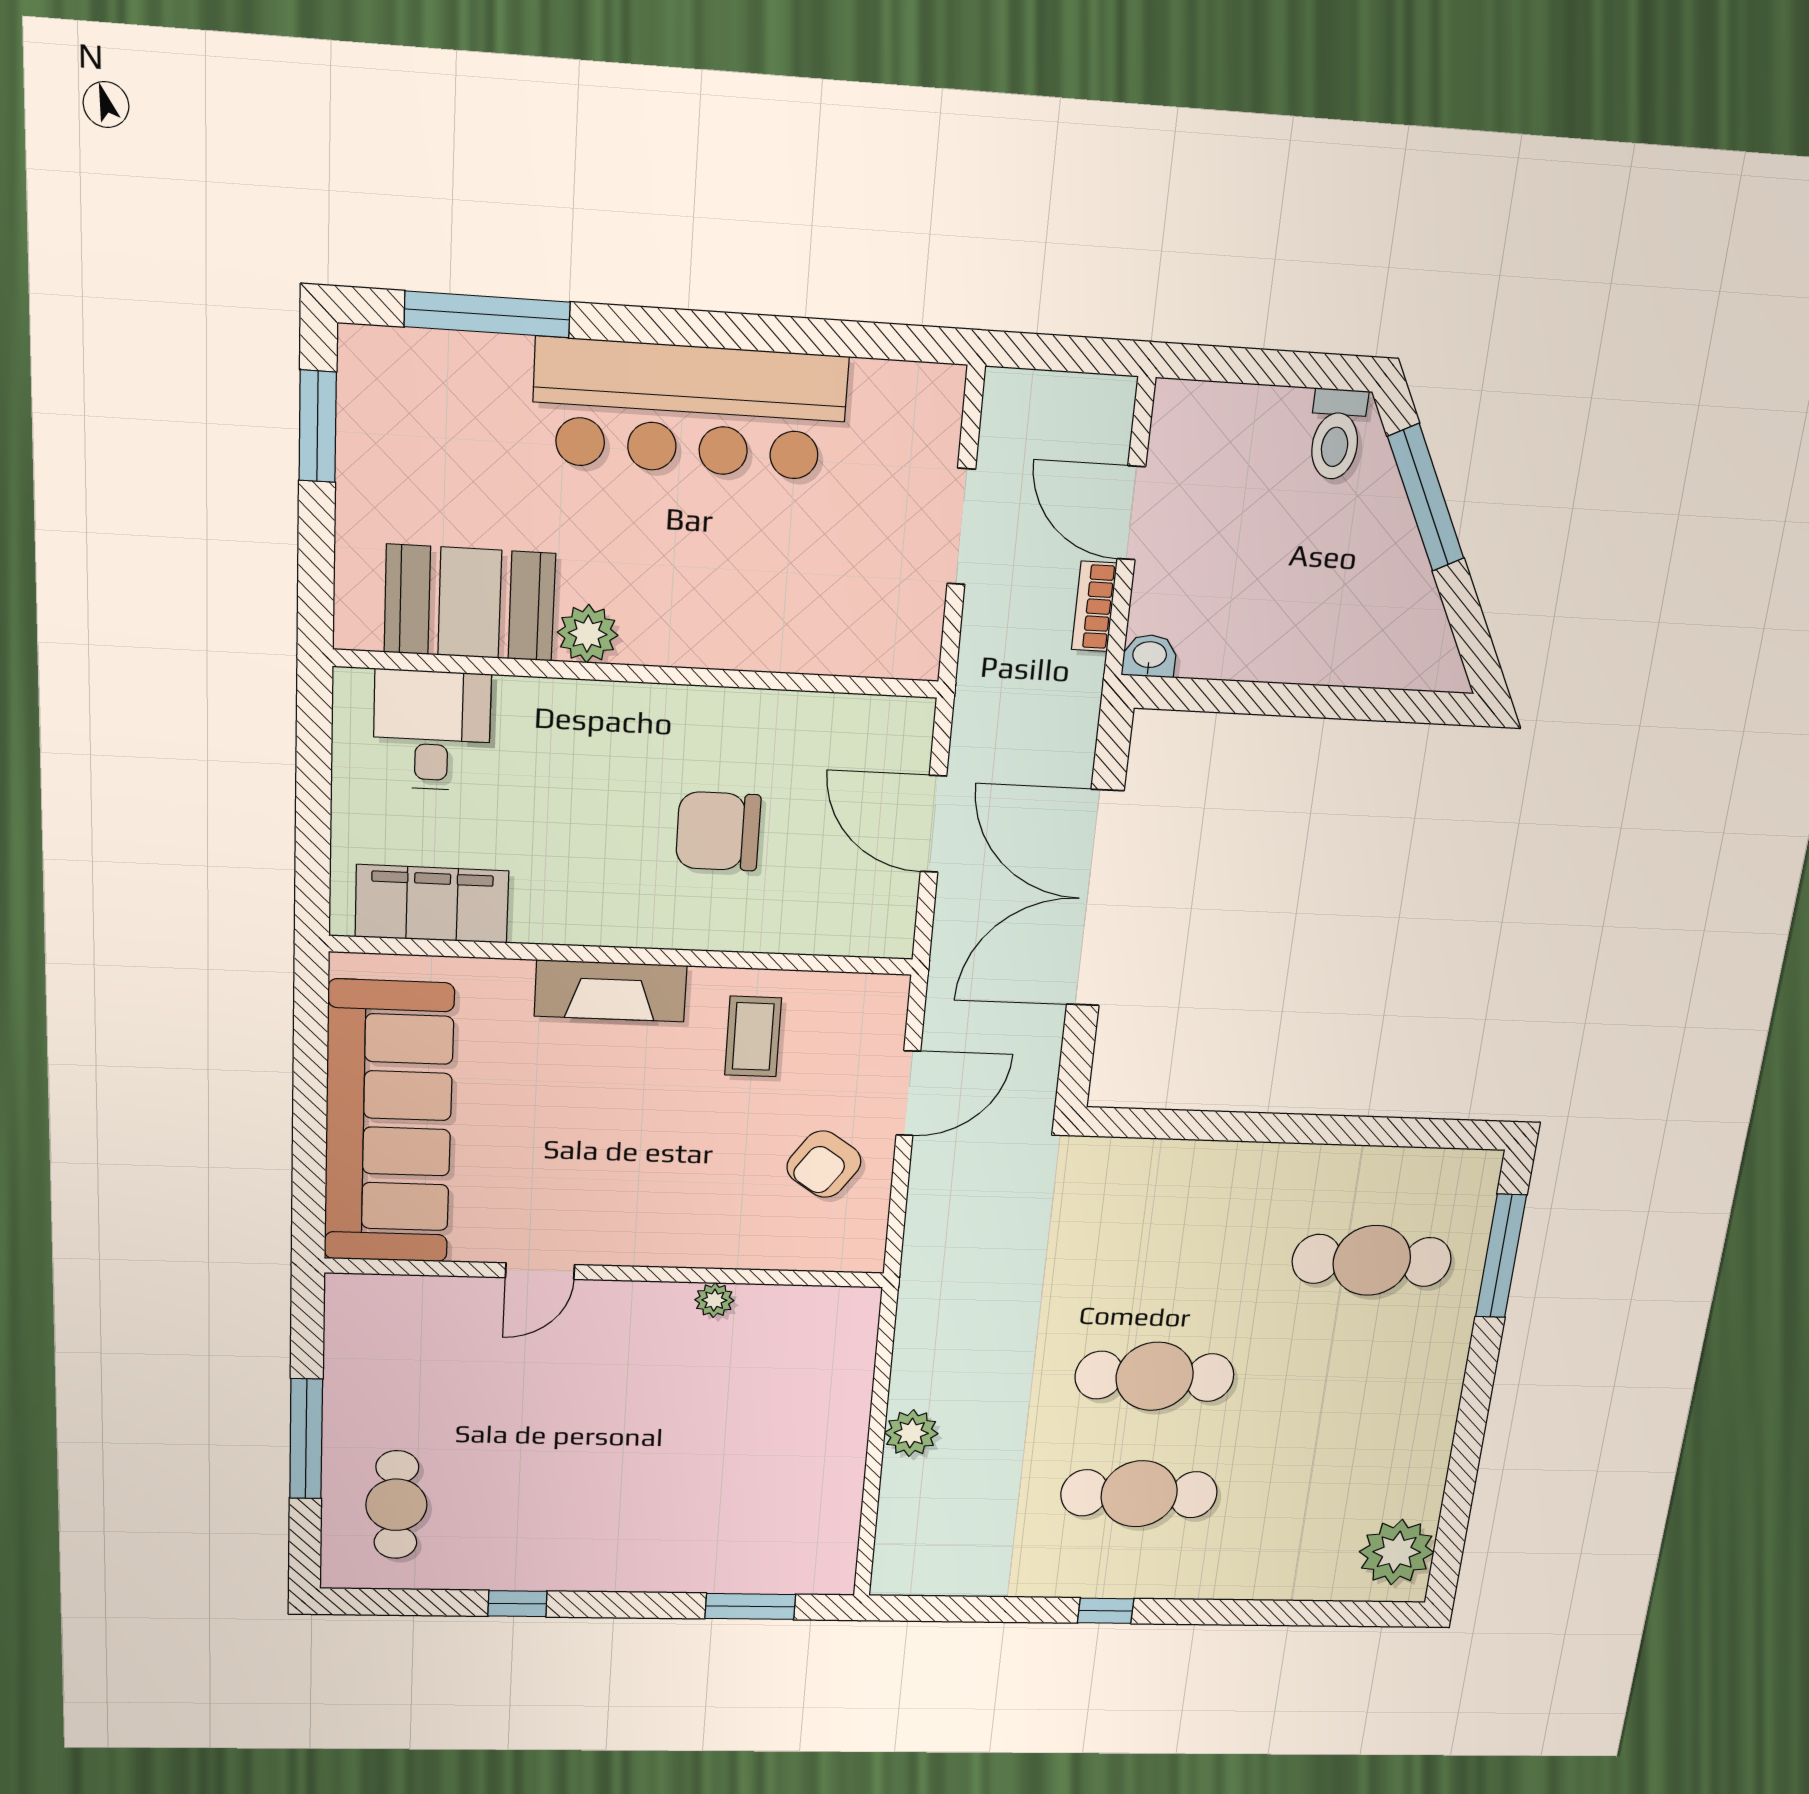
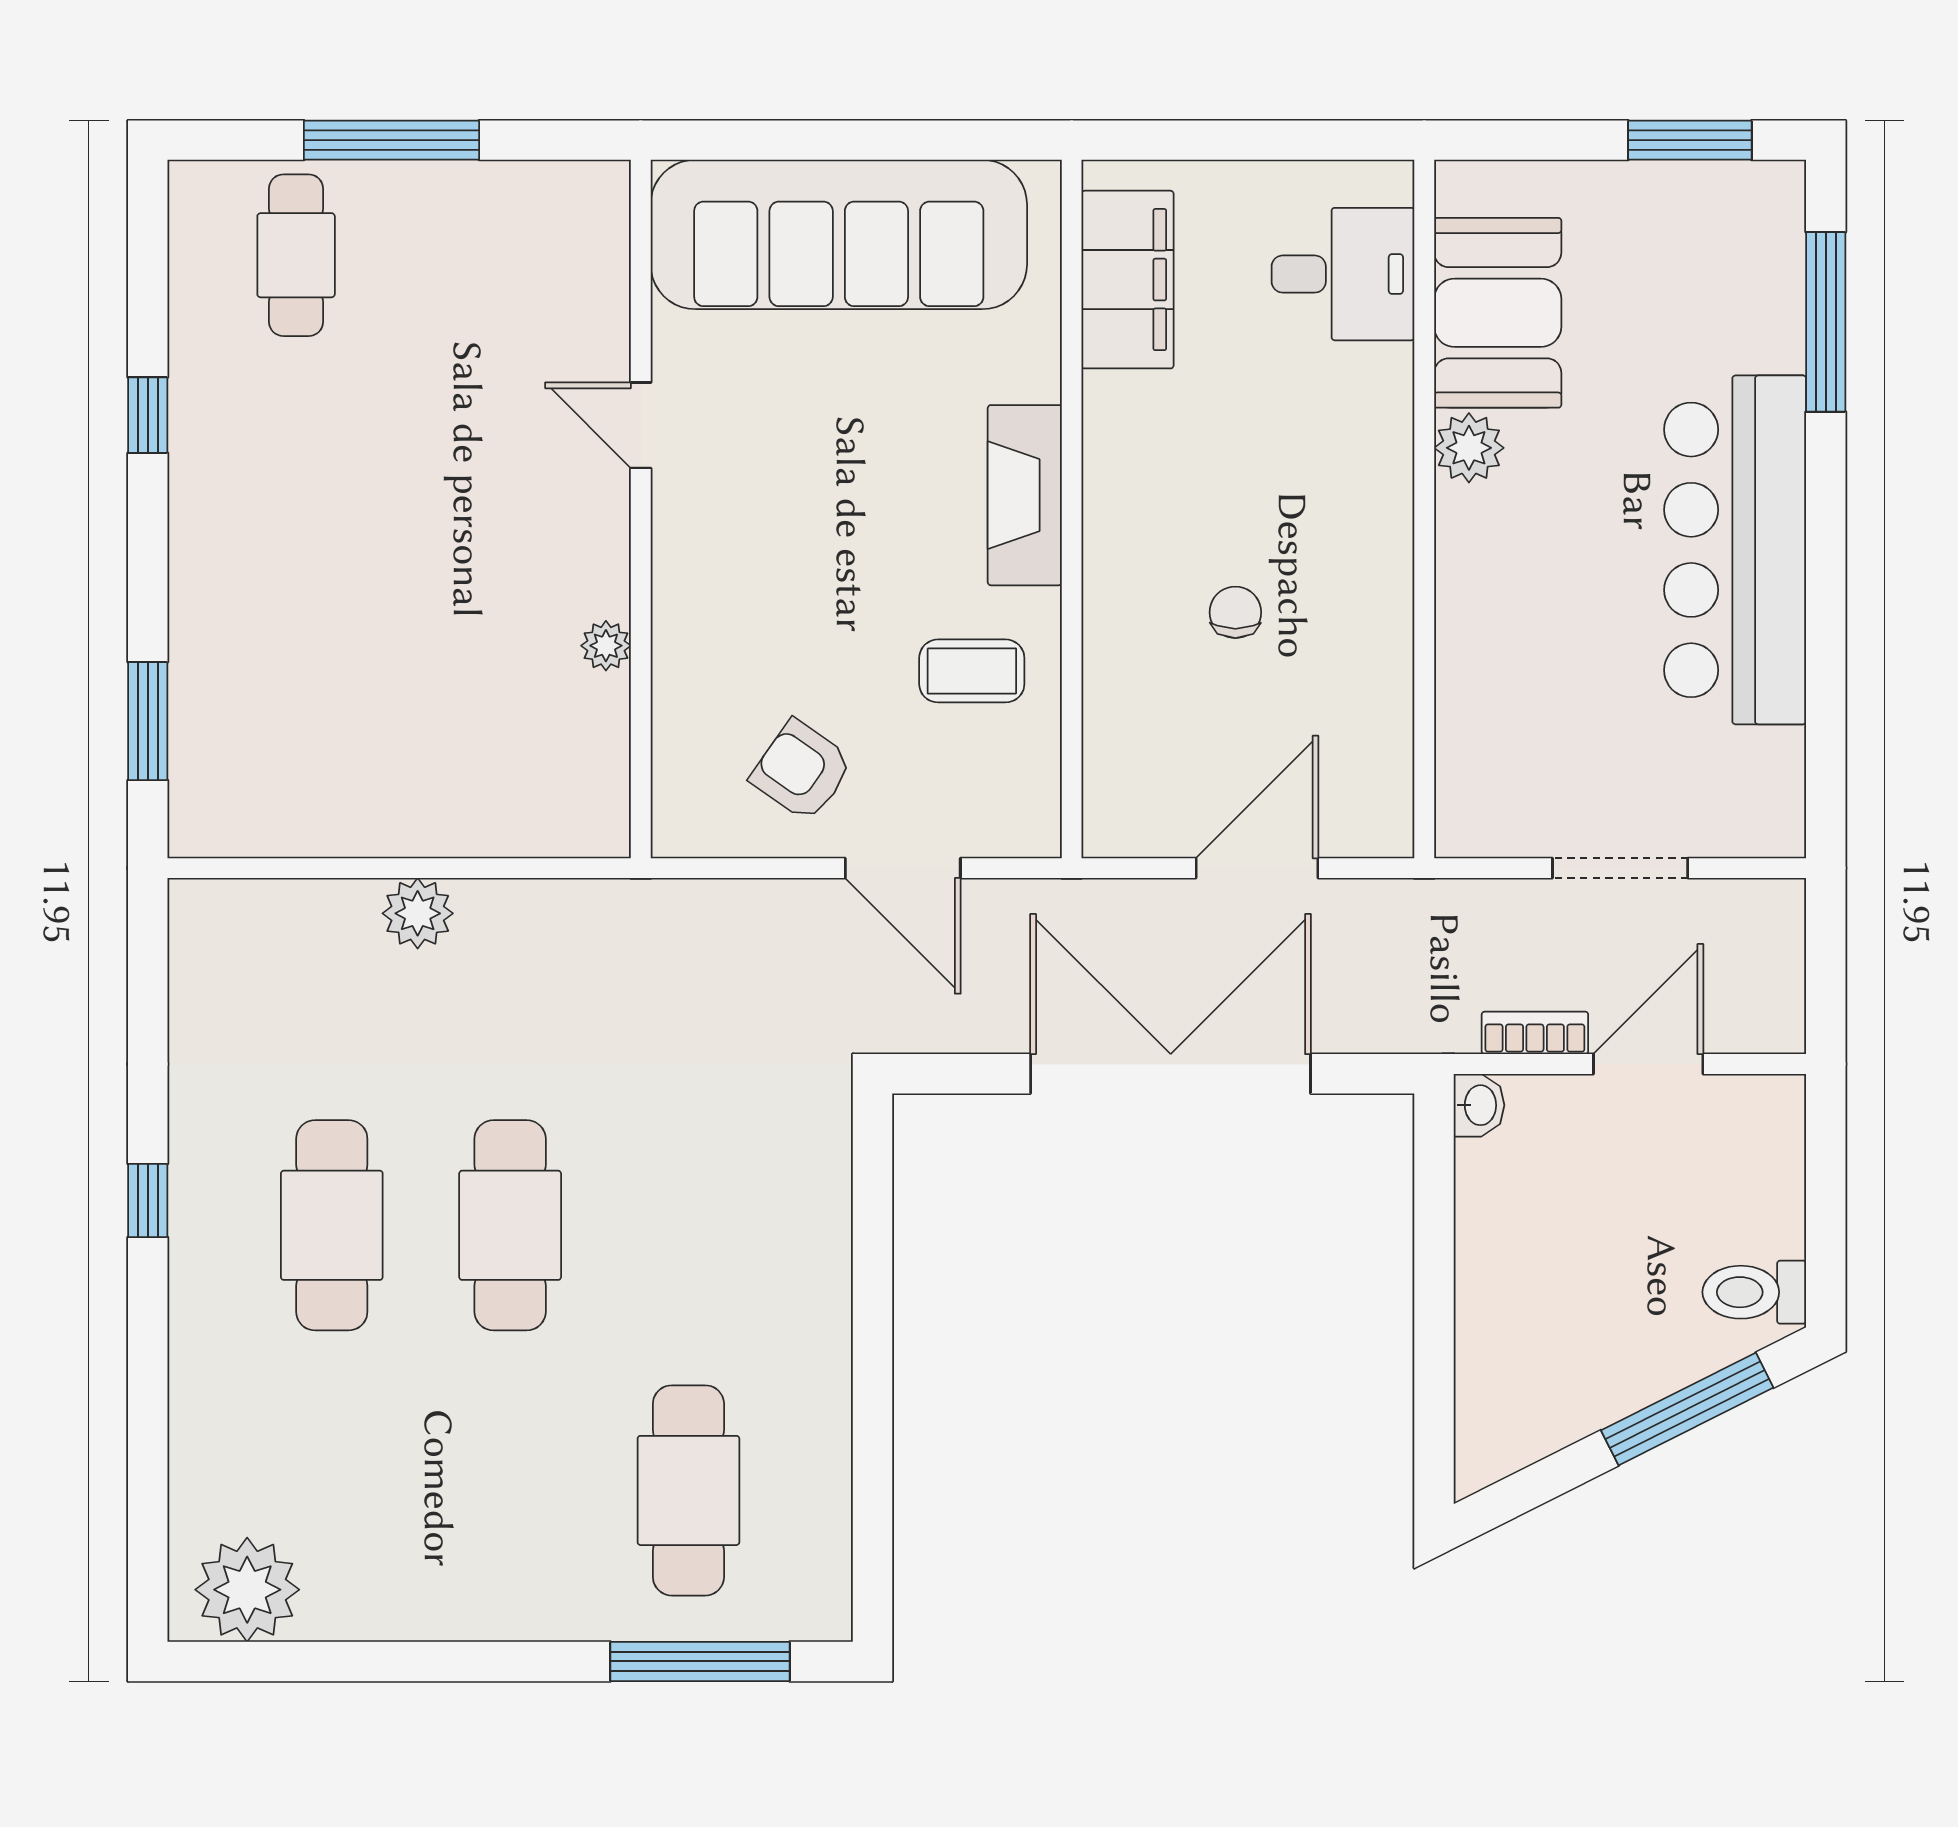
chair: (718, 831) -> (1235, 612), width x0.54, depth x0.54
cafe table: (396, 1505) -> (296, 255), turned 90

